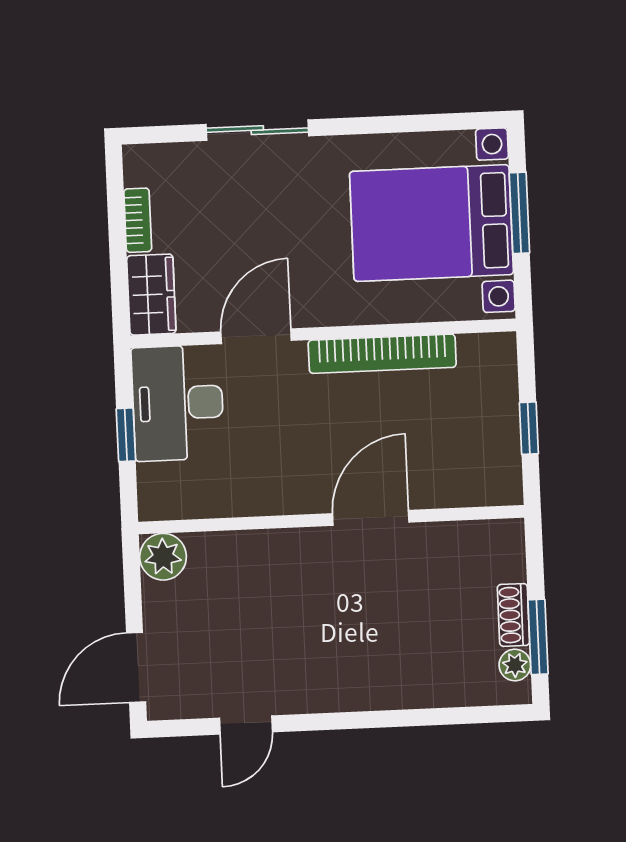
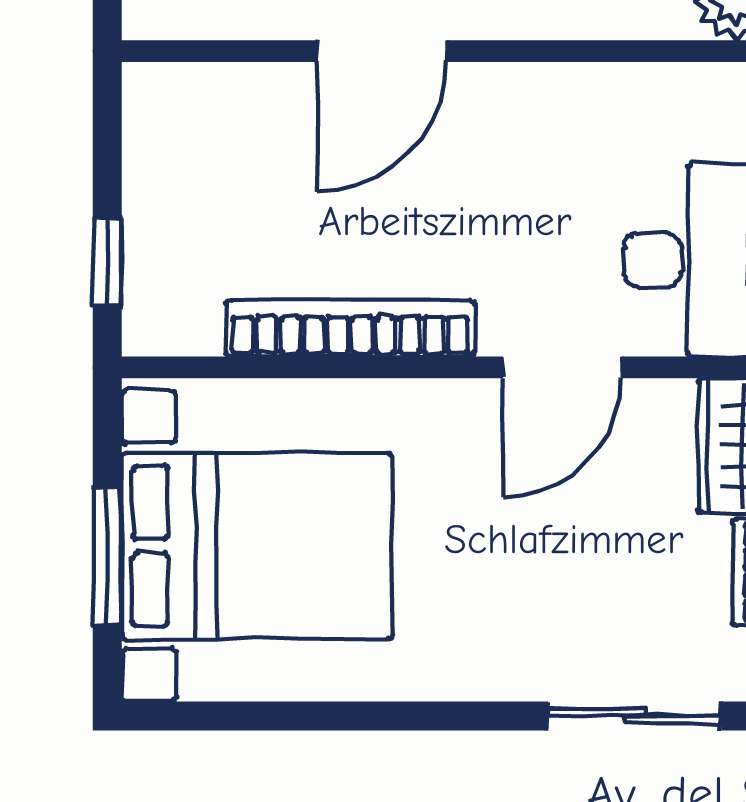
sliding door: (257, 130) -> (635, 716), moved
window: (529, 428) -> (107, 262), moved

